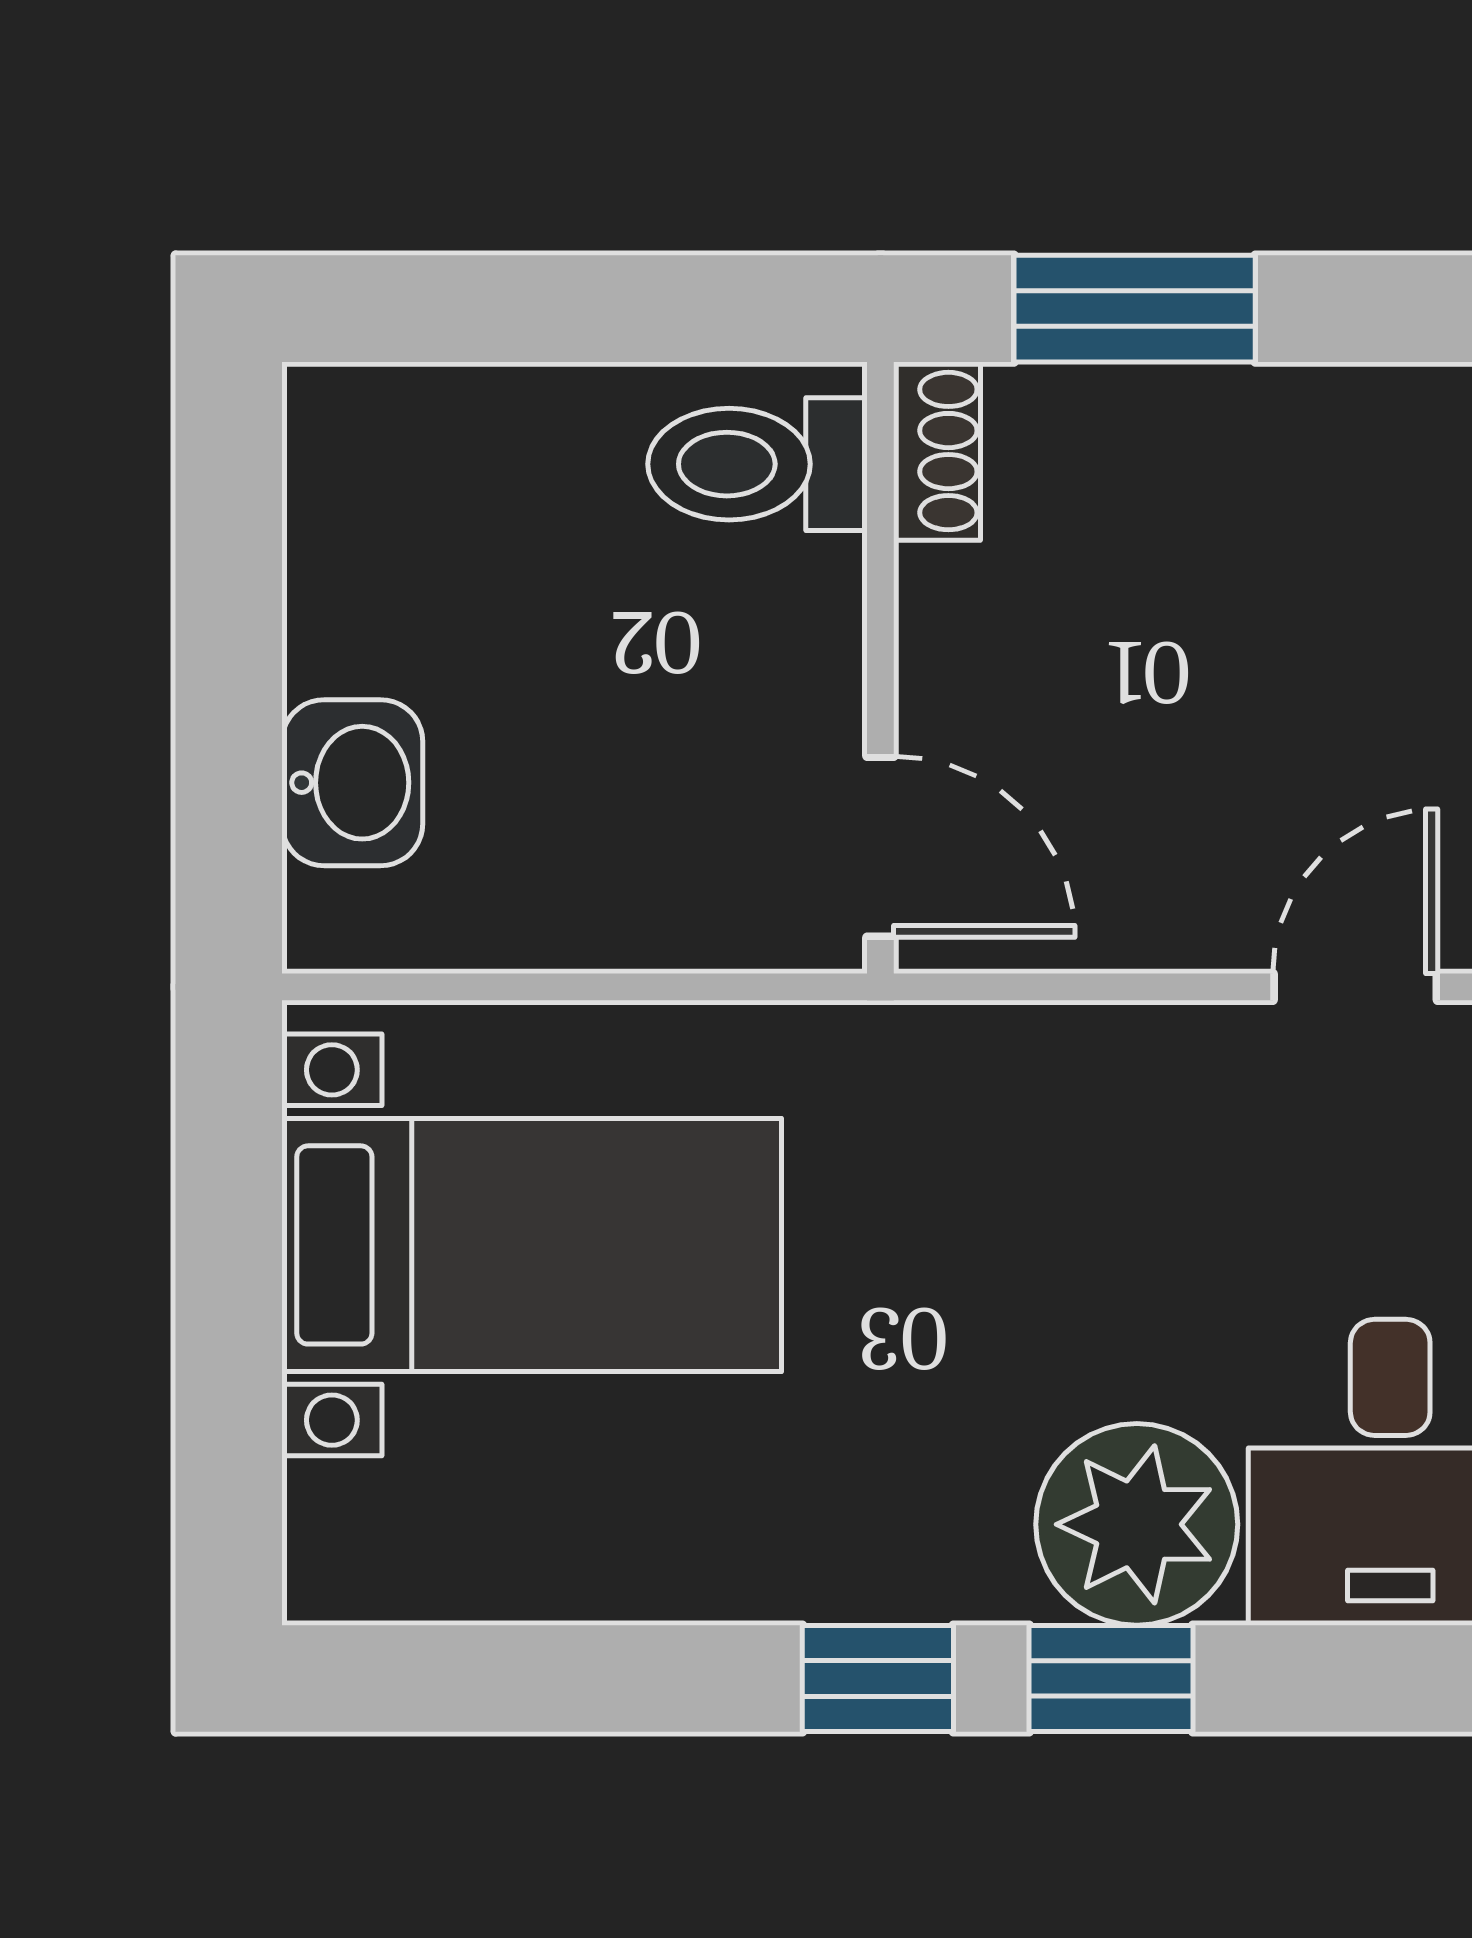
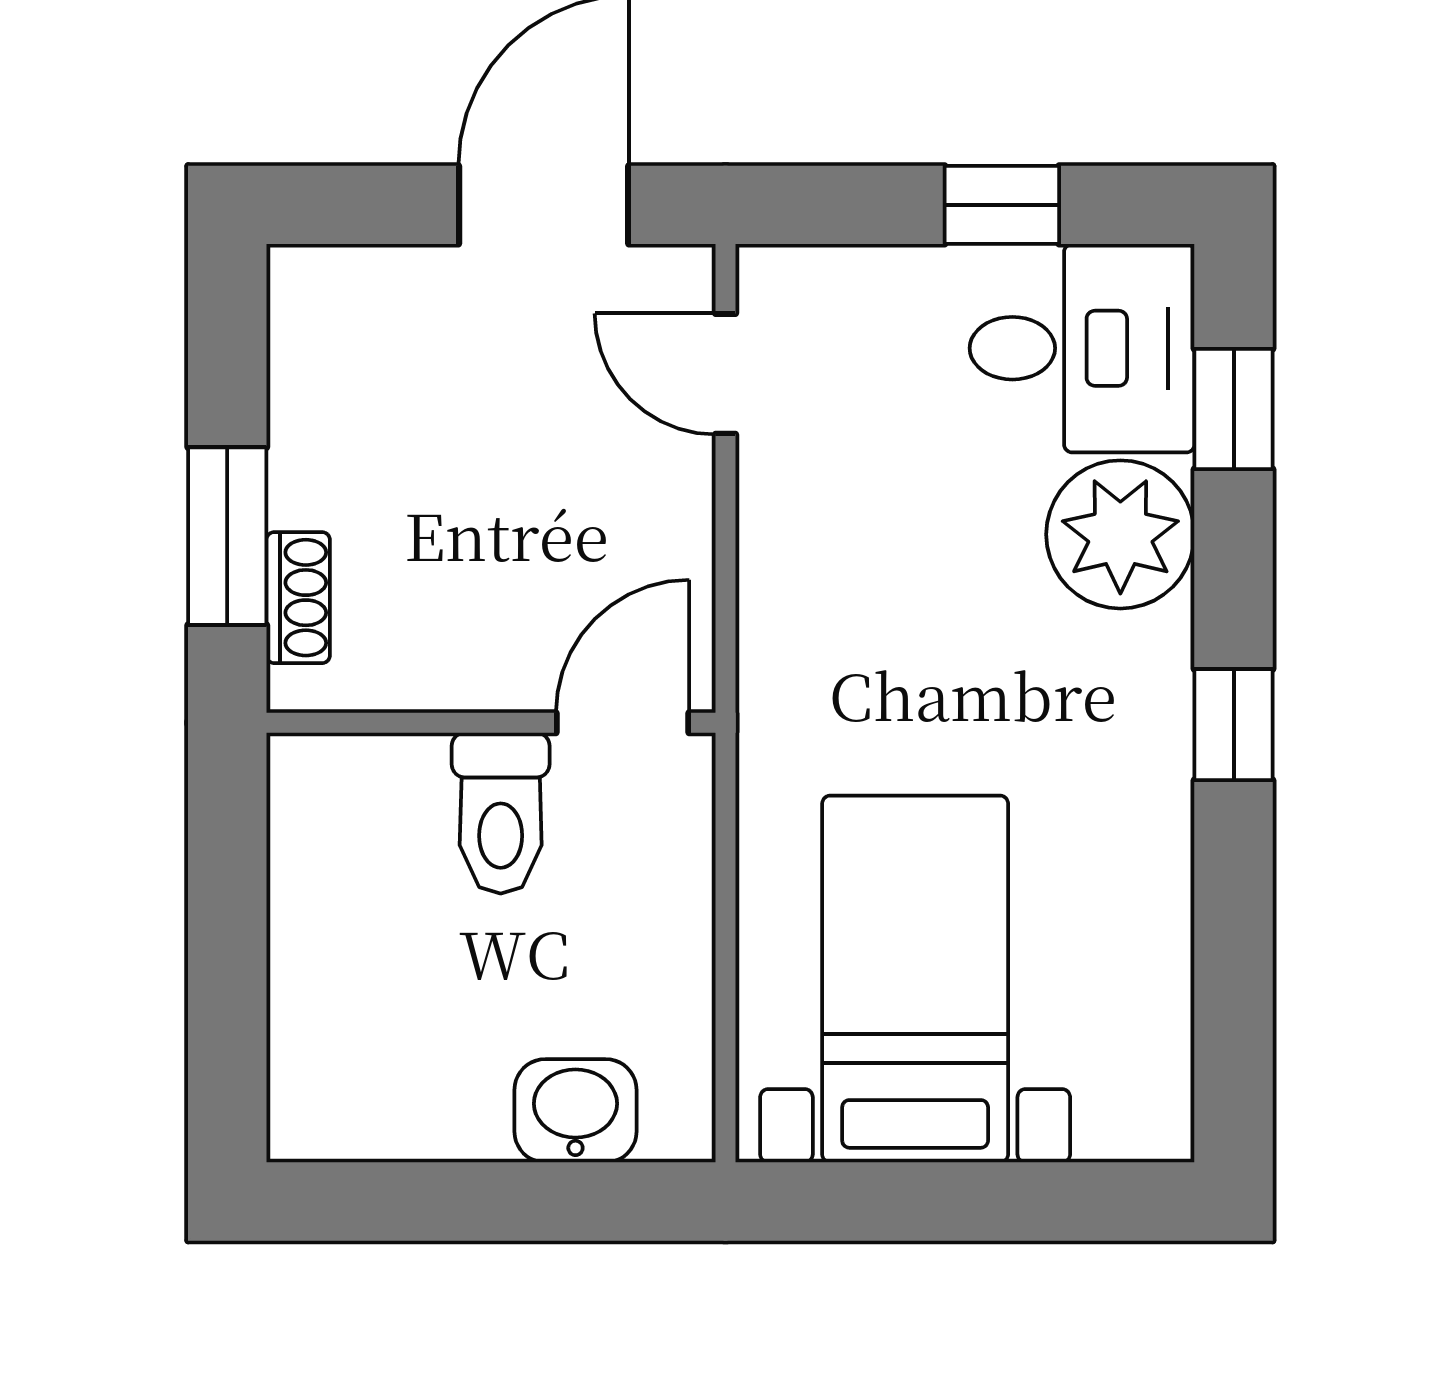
shoe rack: (937, 451) -> (298, 598), moved, turned 90
toilet: (758, 464) -> (501, 813), moved
window: (1111, 1679) -> (1234, 409), moved

